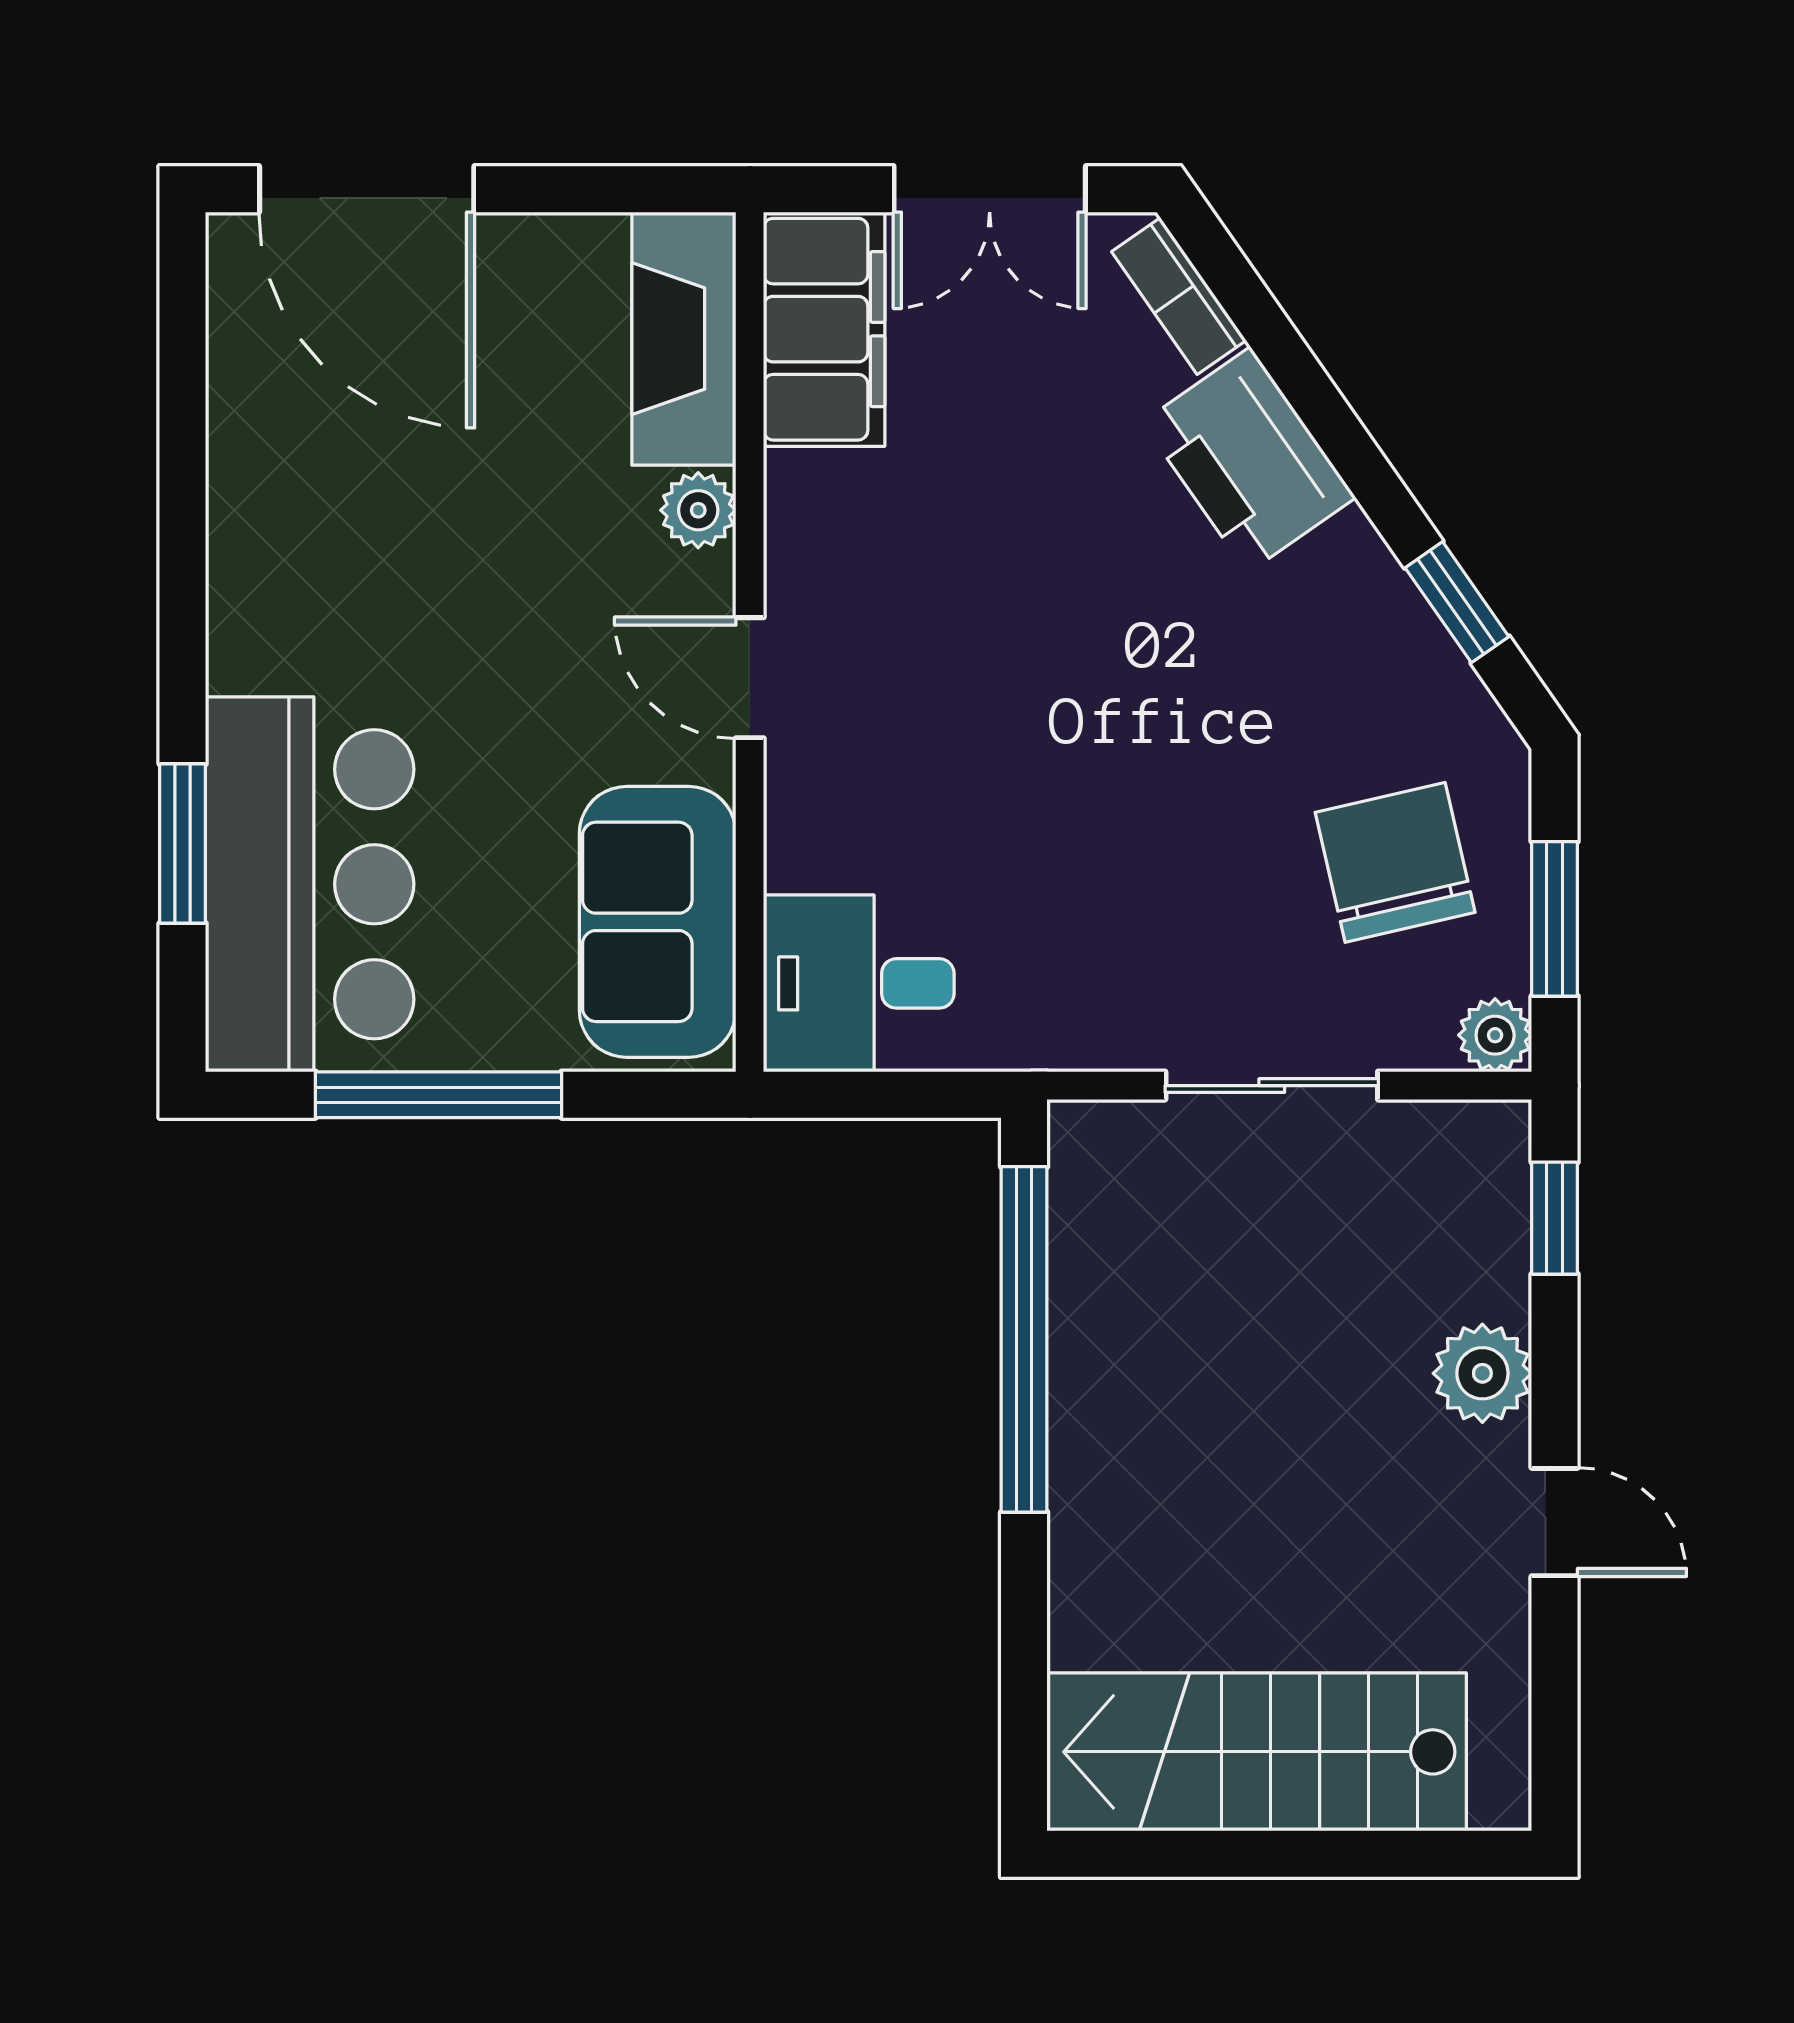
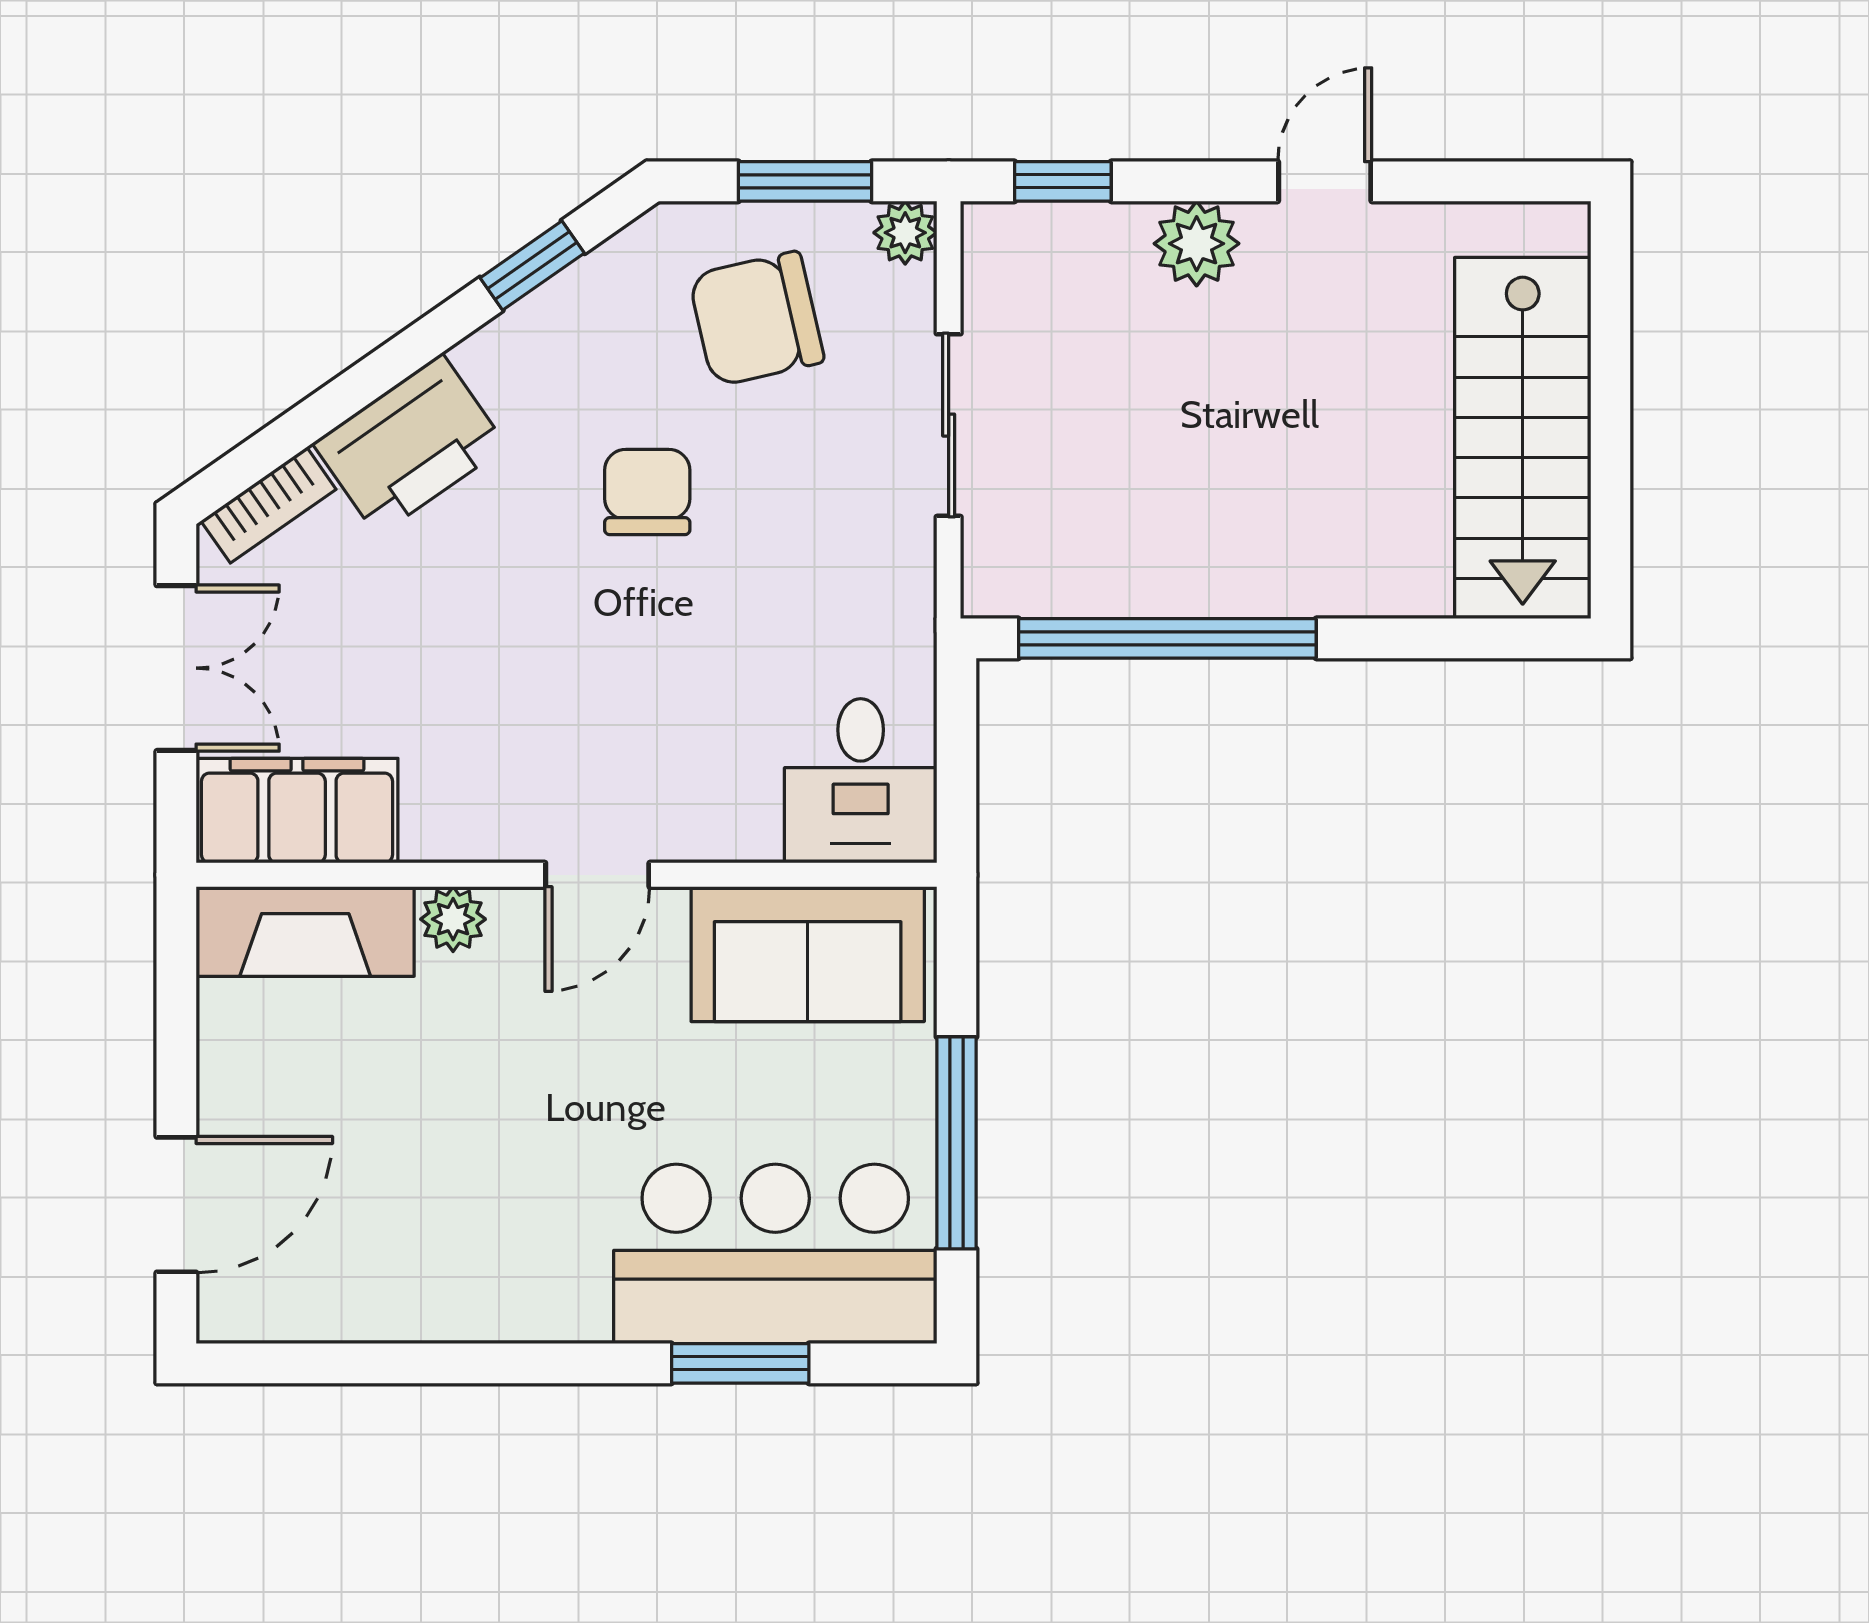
door: (367, 189) -> (176, 1205), width x0.73
chair: (1194, 736) -> (647, 492), added

